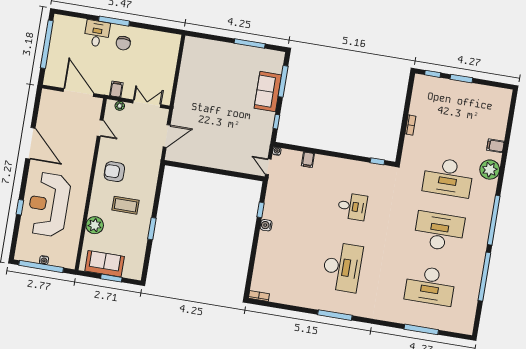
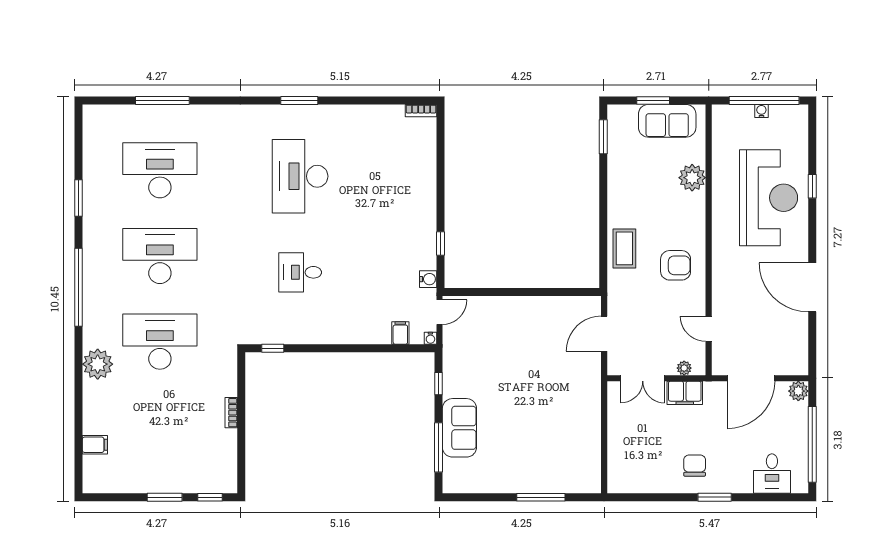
window: (114, 21) -> (715, 497), width x0.69
desk: (97, 34) -> (772, 474), moved
window: (250, 44) -> (541, 497), moved
plant: (50, 79) -> (798, 391), added
filing cabinet: (116, 89) -> (685, 393), width x2.00
door: (79, 92) -> (751, 378), hinge flipped
filing cabinet: (495, 146) -> (95, 445), moved
filing cabinet: (308, 160) -> (400, 333), moved
door: (268, 167) -> (440, 312), hinge flipped
coffee table: (126, 205) -> (624, 248), moved, turned 90
water cooler: (266, 225) -> (428, 279), moved
window: (152, 229) -> (603, 137), moved
desk: (439, 231) -> (160, 256), turned 180
window: (484, 277) -> (79, 198), width x0.47
window: (335, 315) -> (299, 100), width x0.69

